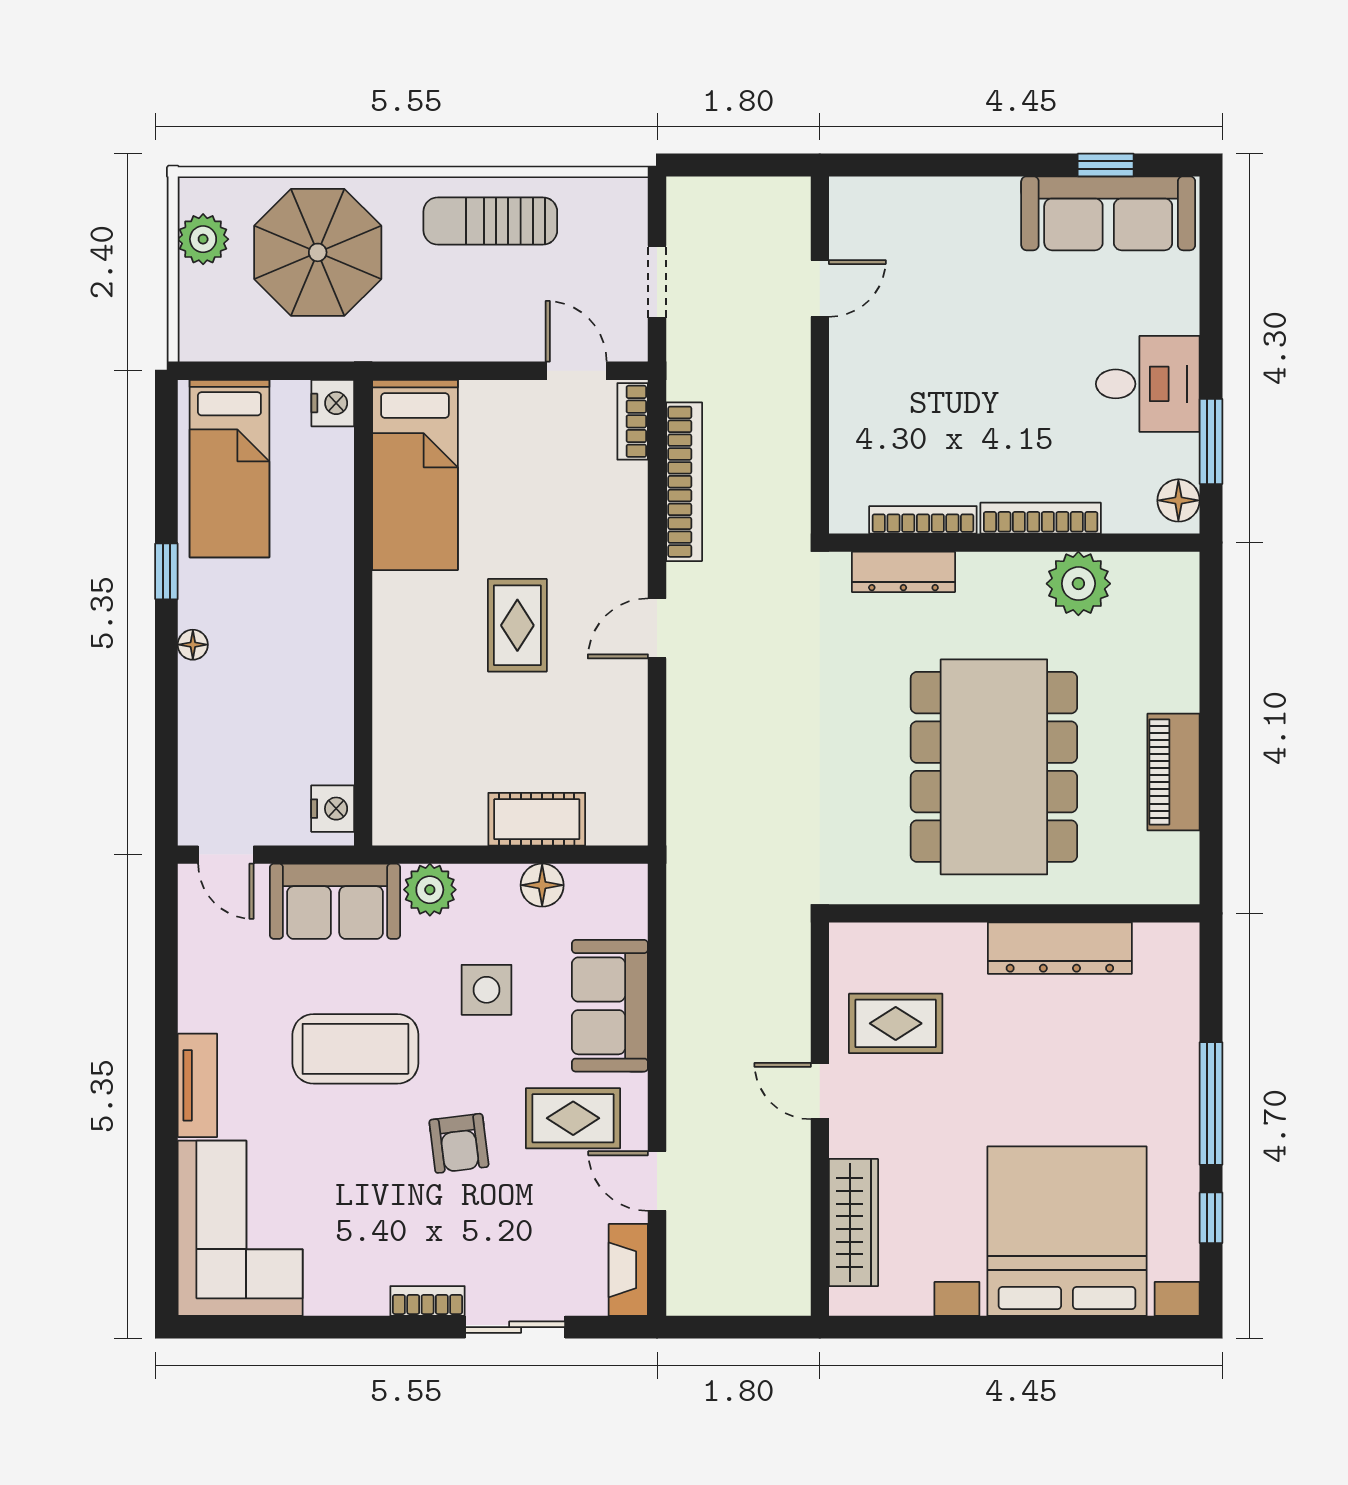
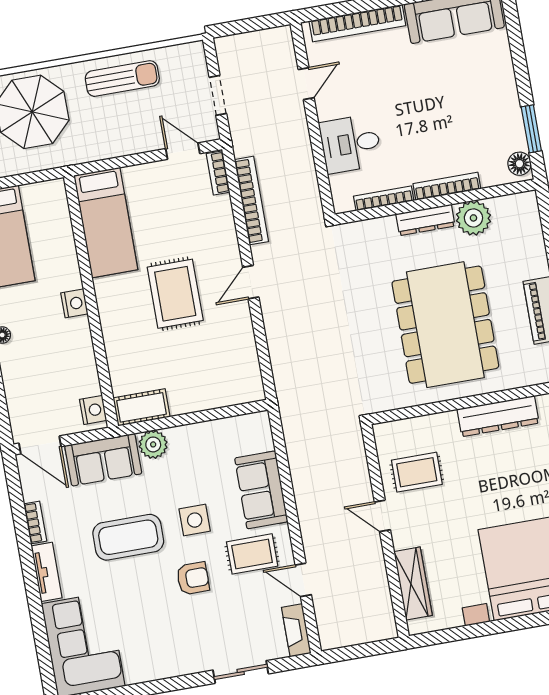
bookcase: (931, 196) -> (357, 23), added
sun lounger: (490, 221) -> (122, 79), turned 180
desk: (1148, 384) -> (351, 144), moved, turned 180
nightstand: (333, 403) -> (74, 303), moved
dresser: (903, 572) -> (425, 220), moved
rug: (517, 625) -> (175, 294), width x1.36, depth x1.43
cot: (537, 819) -> (142, 407), moved
door: (226, 855) -> (40, 445), width x1.38
floor lamp: (542, 885) -> (213, 431), removed
side table: (487, 990) -> (195, 520), moved
armchair: (459, 1143) -> (193, 578), turned -83
bookcase: (428, 1301) -> (35, 523), moved, turned 90

